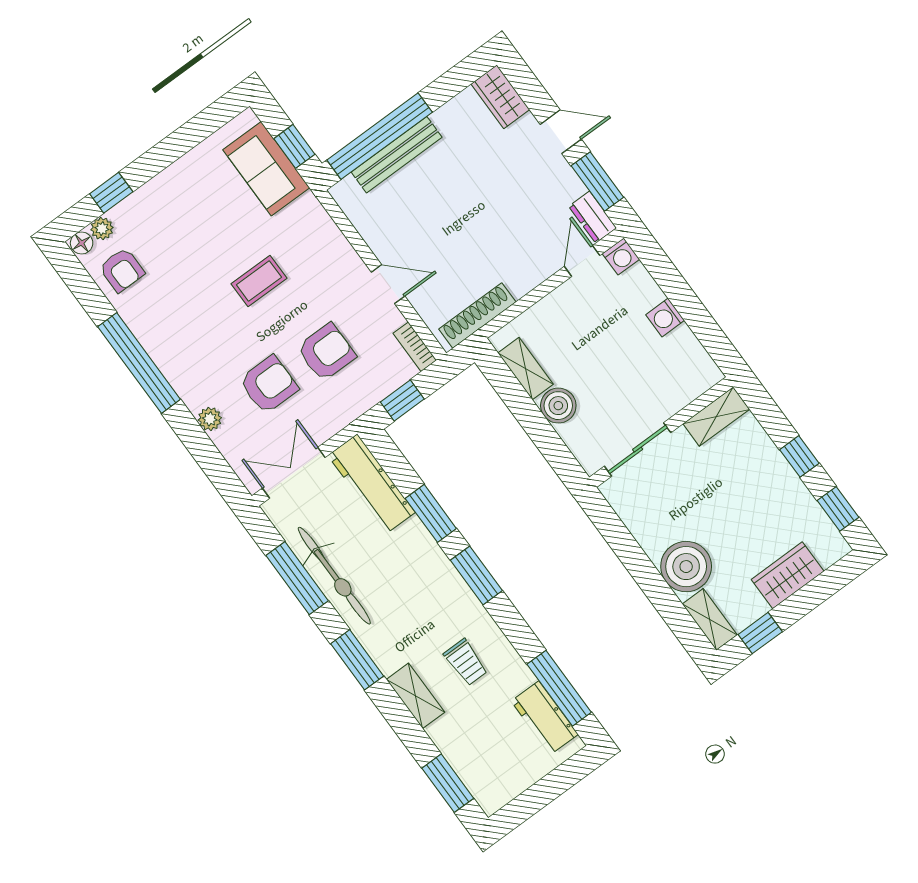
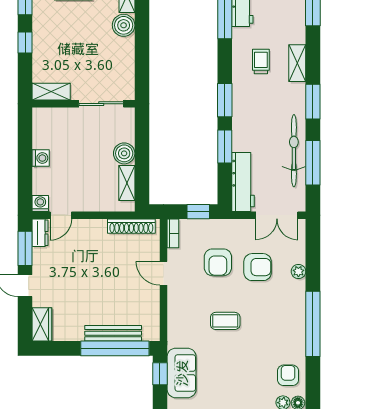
armchair: (326, 352) -> (218, 262), turned -90
armchair: (269, 385) -> (258, 267), turned 180
boiler: (686, 567) -> (124, 25), width x0.73, depth x0.73

